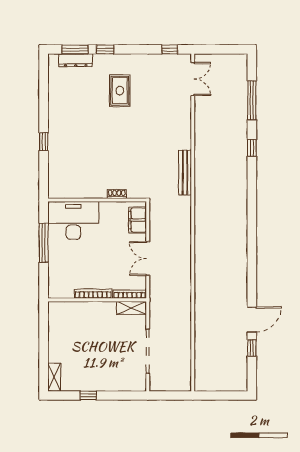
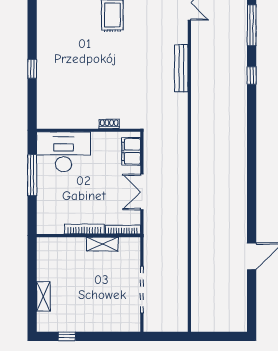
bench: (185, 173) -> (181, 68), moved
shelving: (132, 308) -> (102, 244), moved
window: (252, 348) -> (252, 286), removed
shelving: (54, 377) -> (43, 296), moved
window: (88, 396) -> (67, 336), moved

